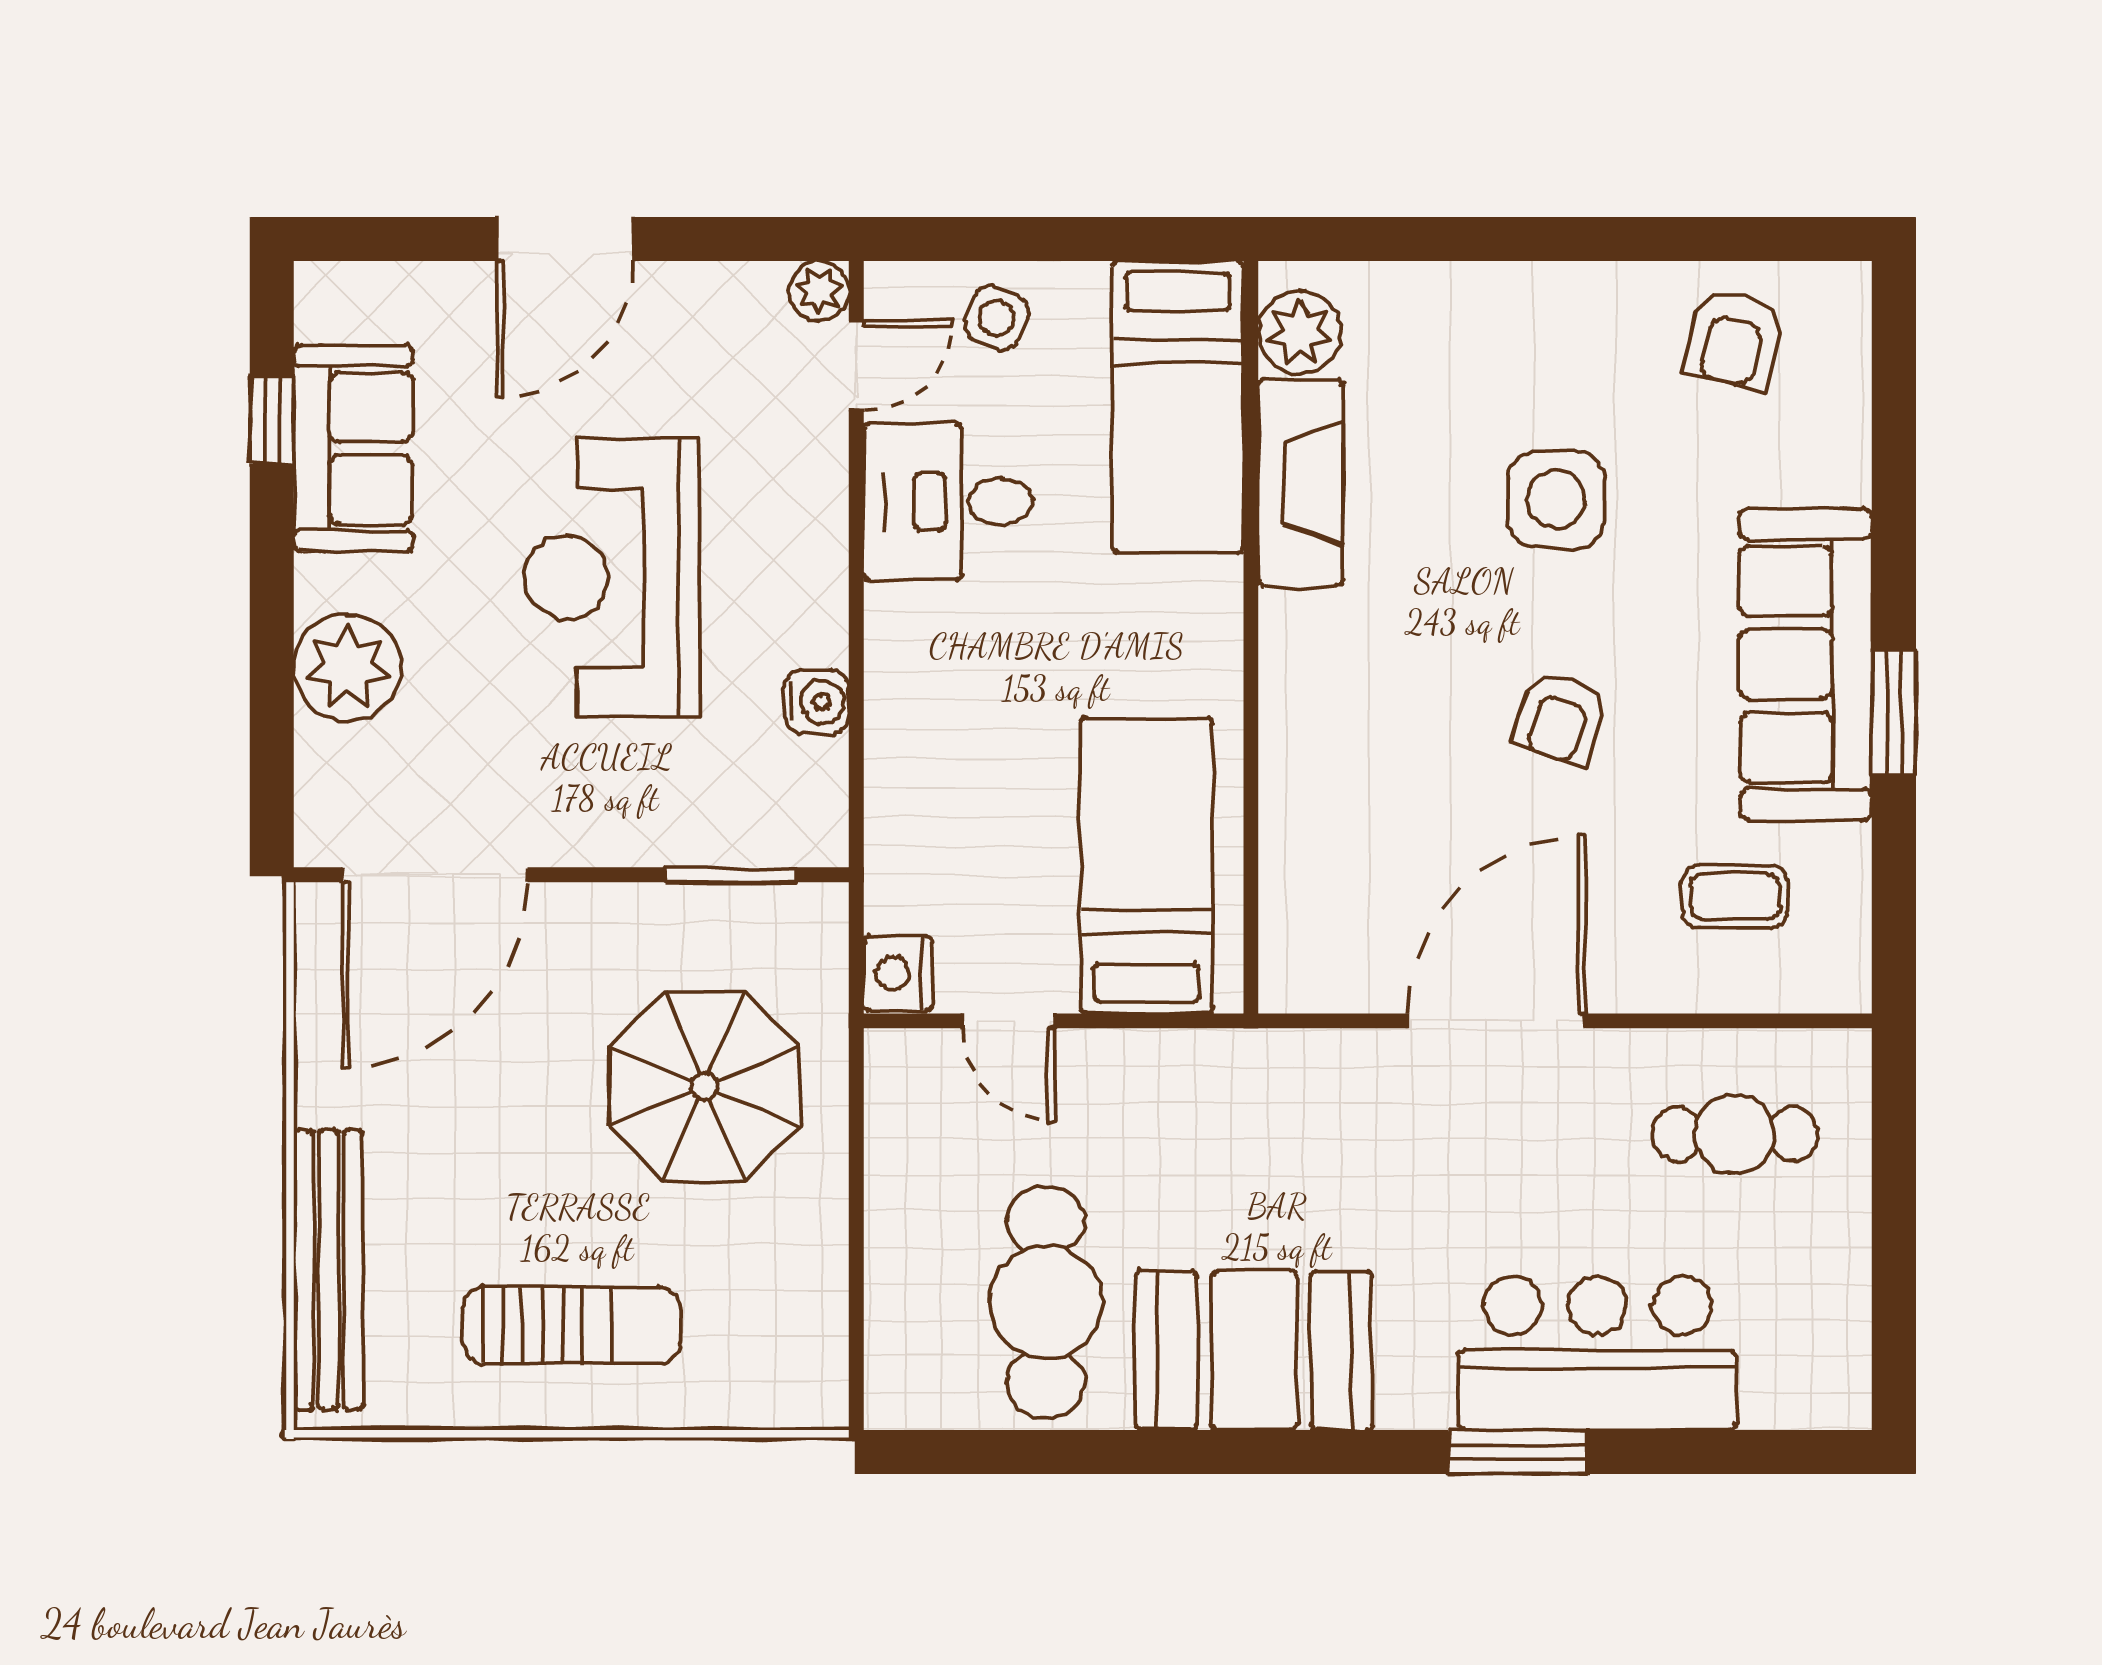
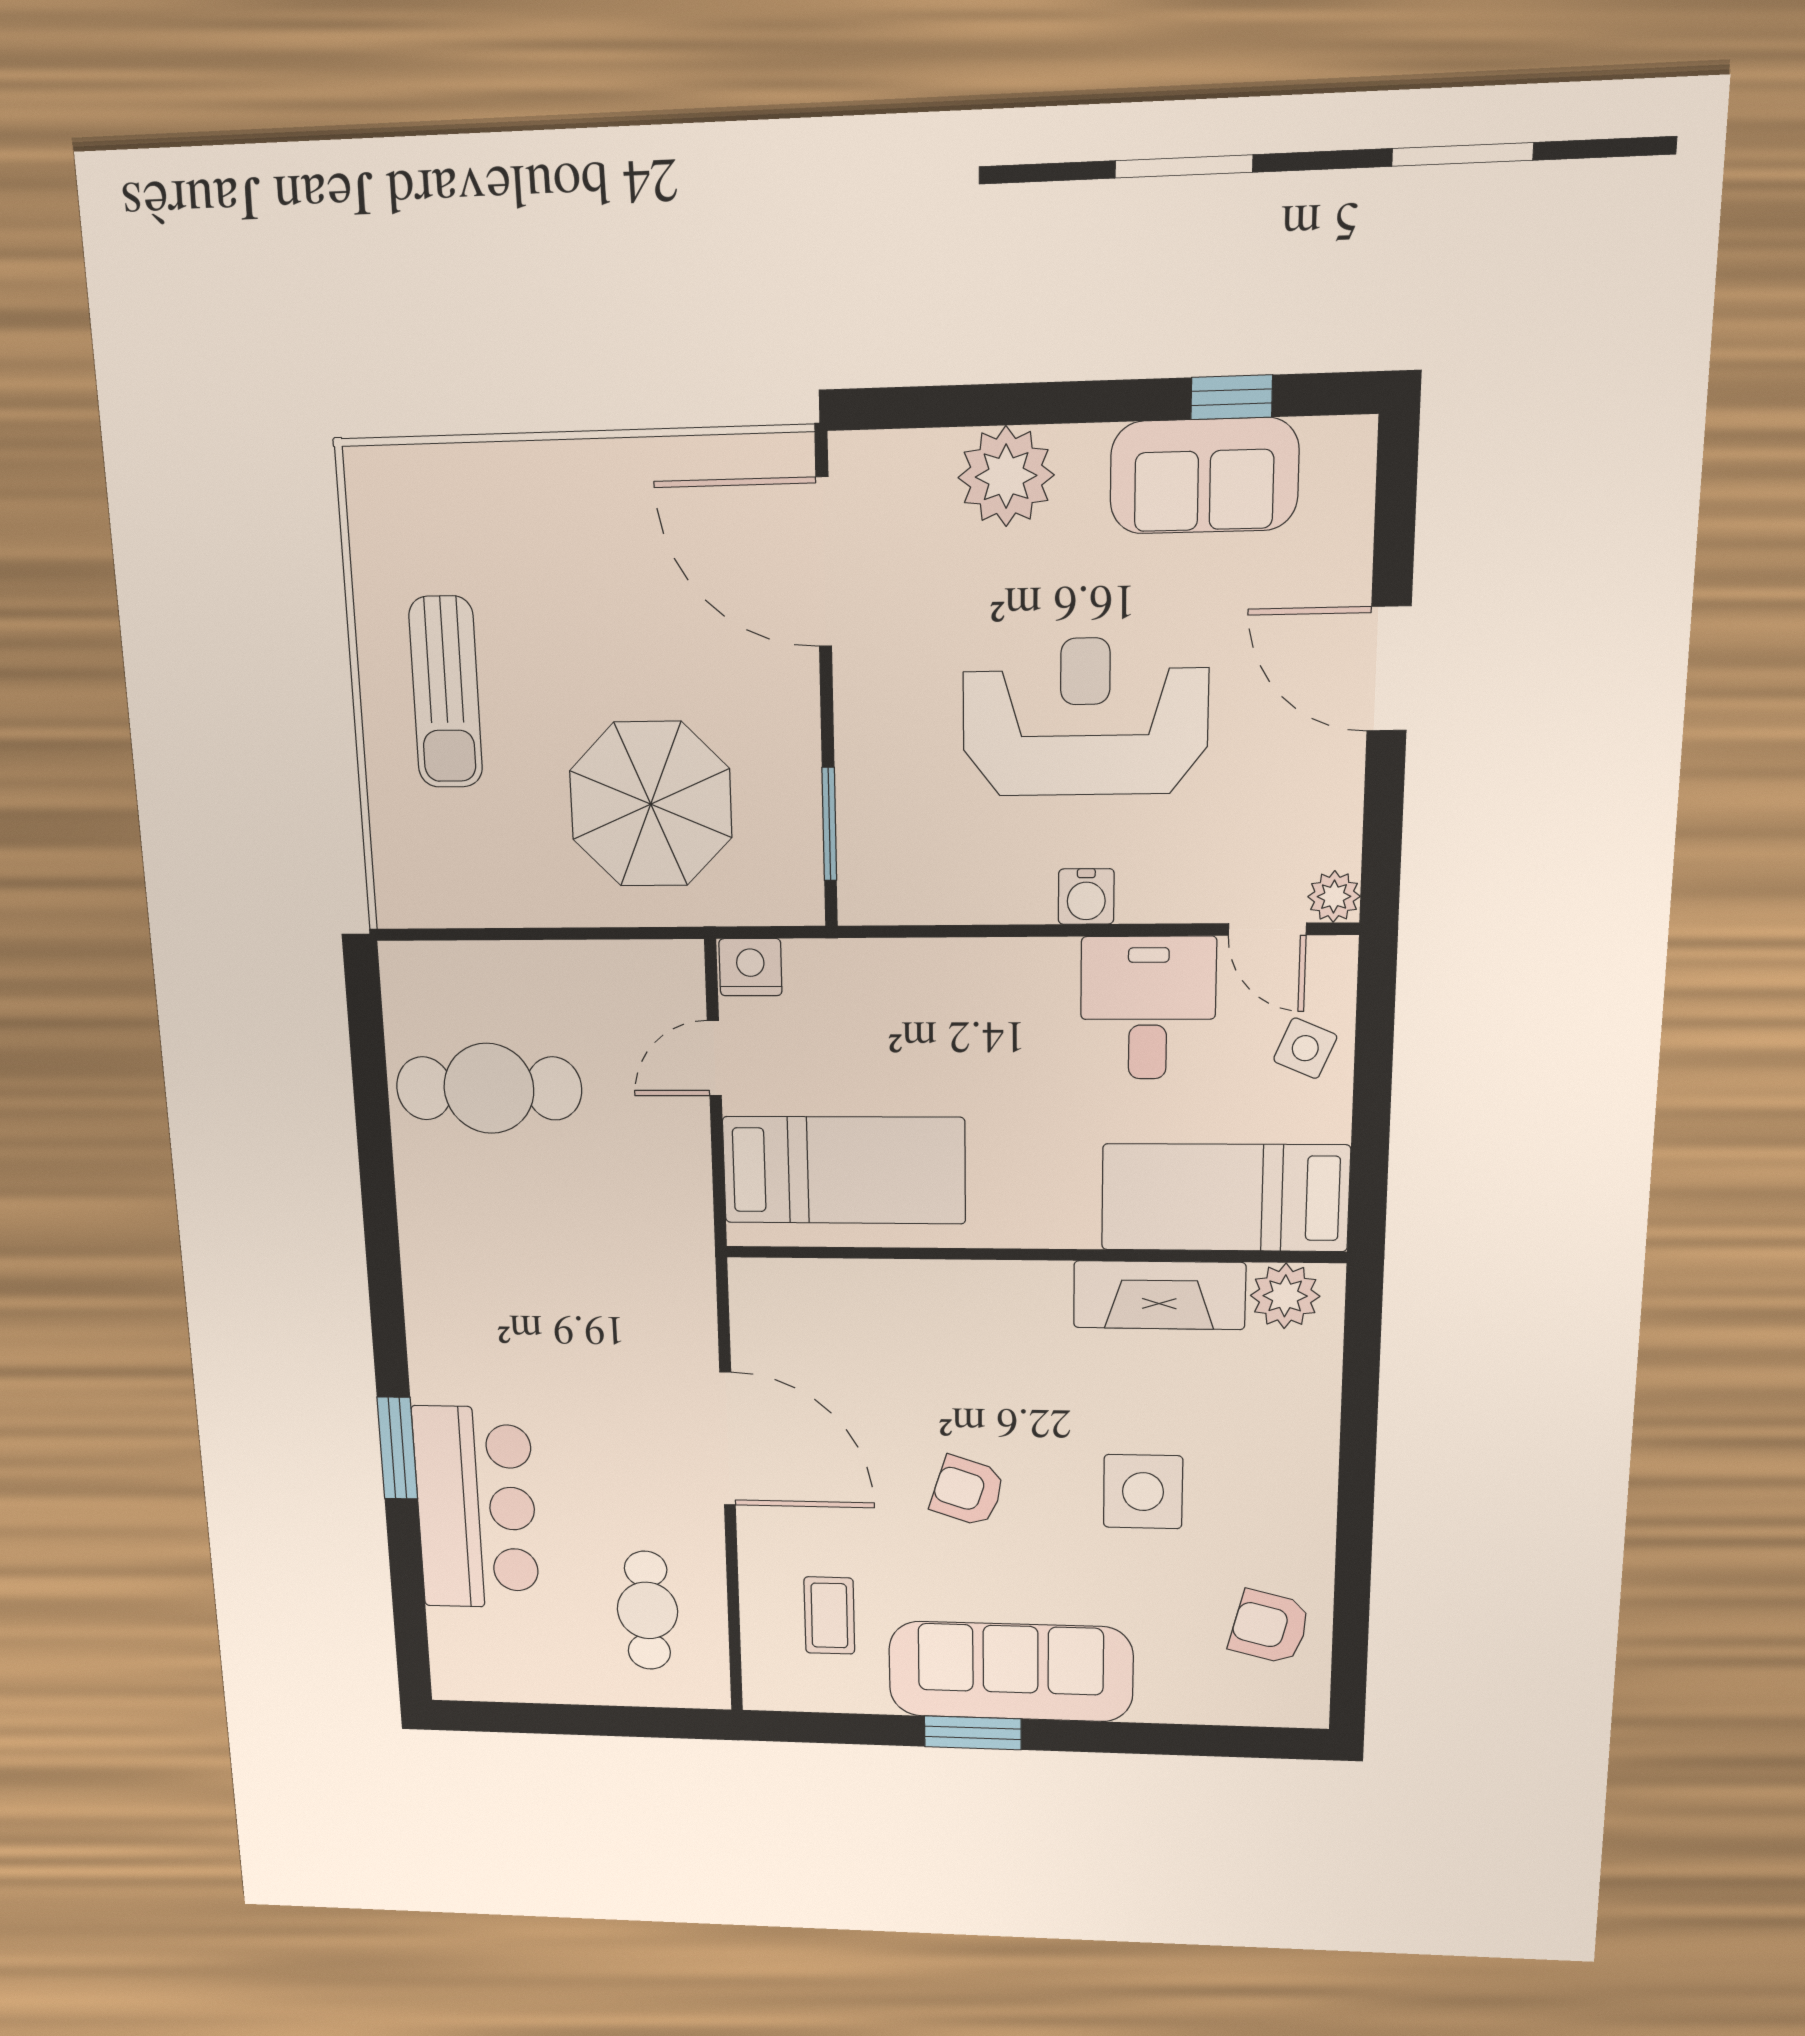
water cooler: (817, 702) -> (1086, 897), moved
bench: (329, 1270) -> (479, 474), removed
booth: (1254, 1351) -> (461, 1251), removed

